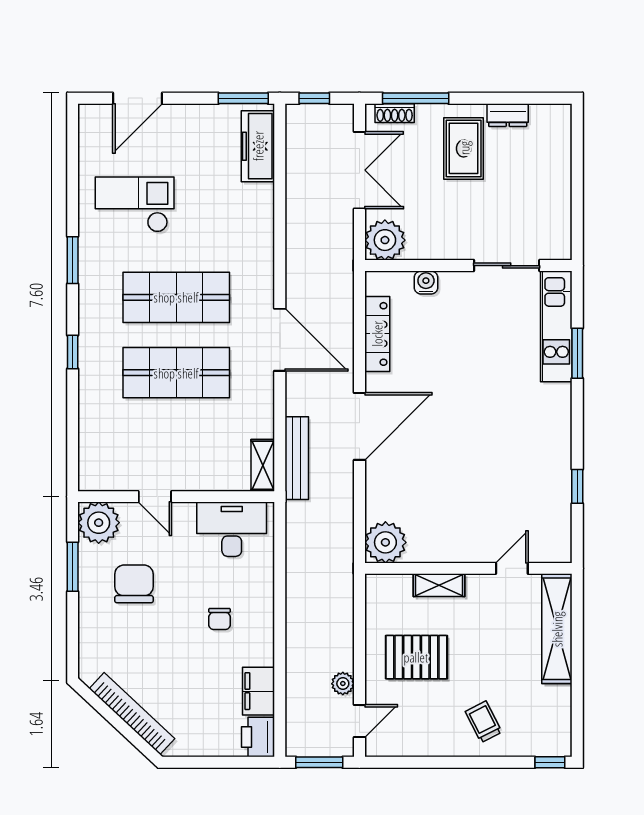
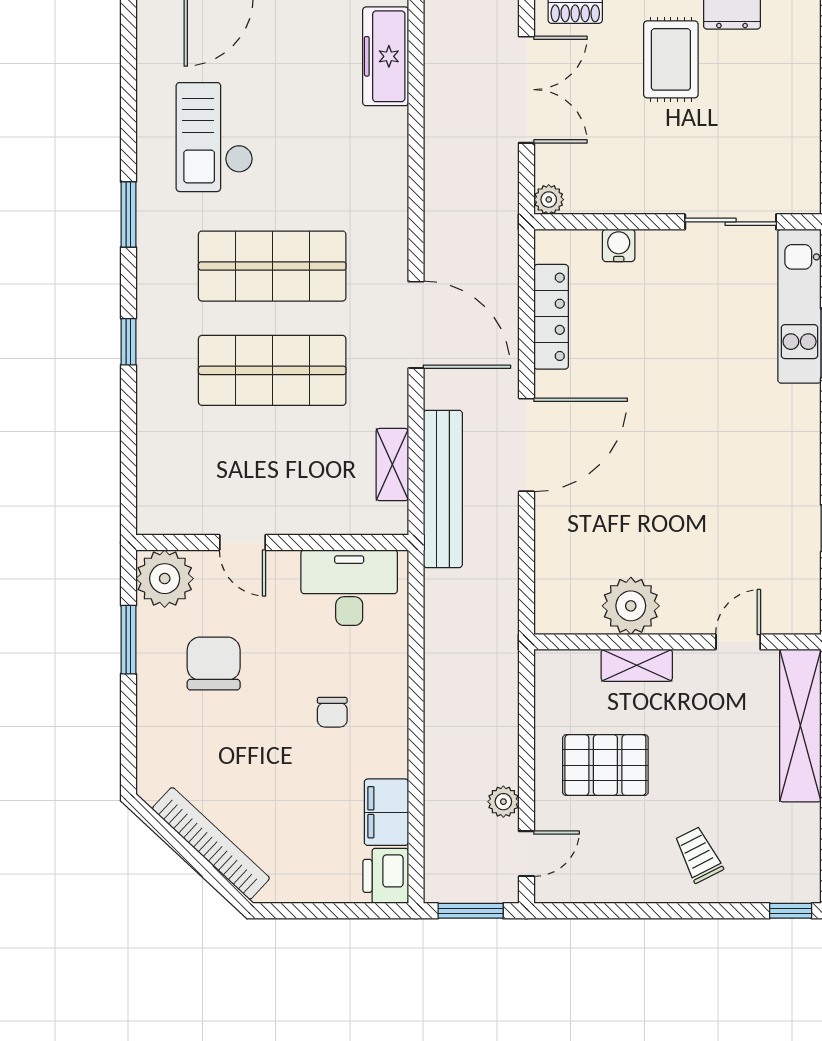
checkout: (135, 204) -> (214, 137), turned -90
plant: (385, 240) -> (549, 200), width x0.53, depth x0.53
bench: (297, 458) -> (443, 489), width x1.37, depth x1.21
shelving: (263, 465) -> (392, 465), moved
plant: (385, 542) -> (631, 606), moved

